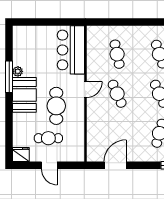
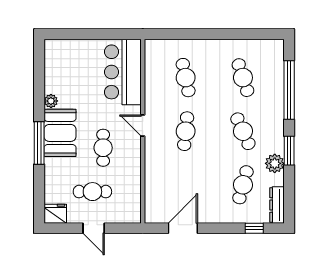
window: (9, 77) -> (39, 143), moved
door: (85, 89) -> (143, 125), swing flipped
cafe table: (117, 94) -> (186, 131), turned 30
cafe table: (56, 106) -> (103, 148), width x0.73, depth x0.74

